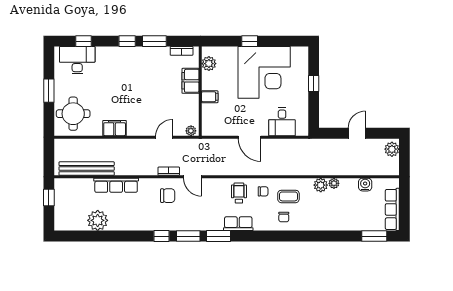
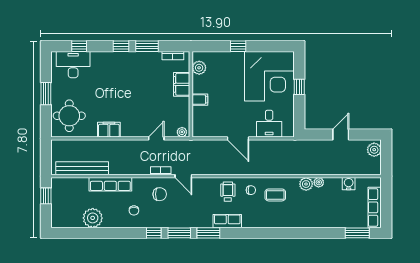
corner desk: (264, 72) -> (269, 76), moved
chair: (284, 217) -> (134, 210), moved

